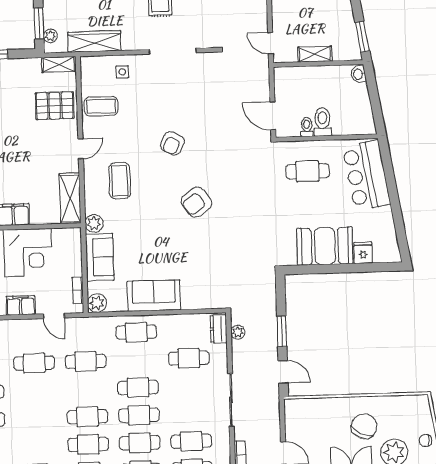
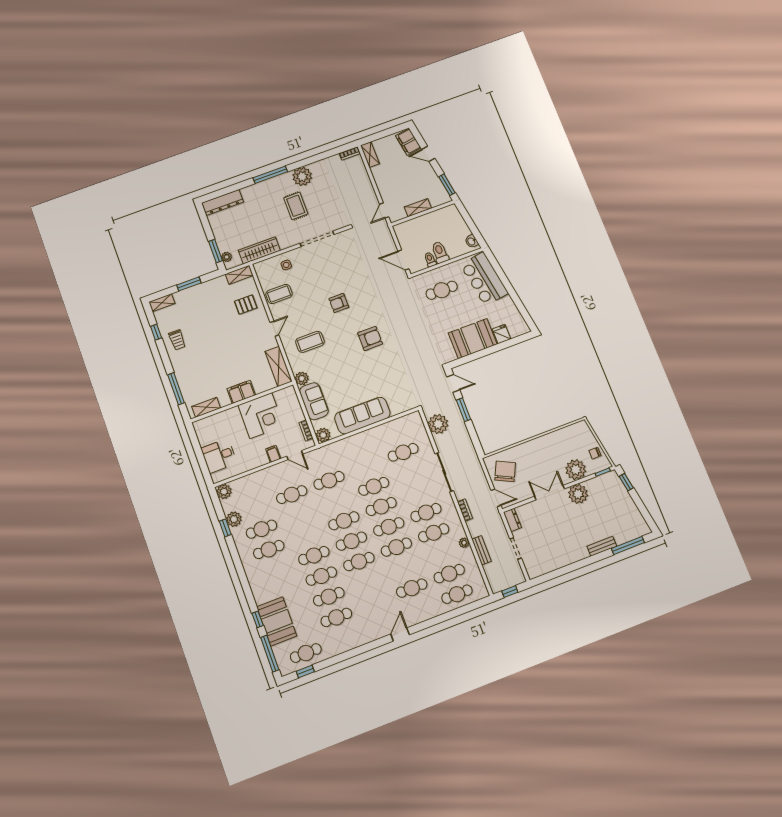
door: (271, 43) -> (384, 210), hinge flipped
washbasin: (358, 74) -> (472, 241), moved
pallet: (55, 106) -> (246, 305), width x0.67, depth x0.71
armchair: (172, 143) -> (339, 303), turned 63
coffee table: (120, 181) -> (310, 342), turned 90
armchair: (196, 202) -> (370, 338), turned -144
sofa: (154, 296) -> (362, 416), width x1.36
filing cabinet: (21, 305) -> (273, 454), width x0.50
dresser: (219, 329) -> (417, 424), removed
cafe table: (136, 332) -> (314, 556), moved
plant: (238, 332) -> (438, 424), width x1.88, depth x1.88
door: (283, 372) -> (453, 383), moved
chair: (364, 426) -> (505, 471), moved

